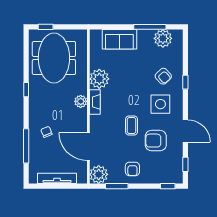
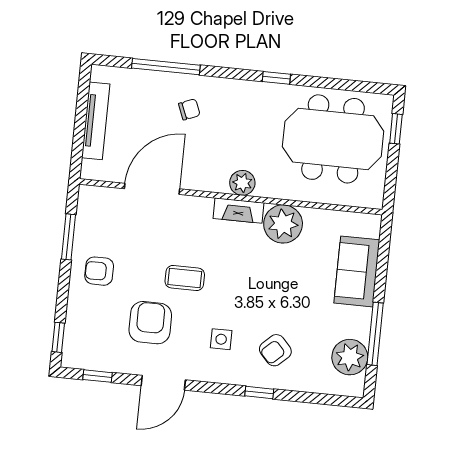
side table: (160, 104) -> (221, 339), width x0.54, depth x0.54
plant: (99, 174) -> (95, 204), removed

